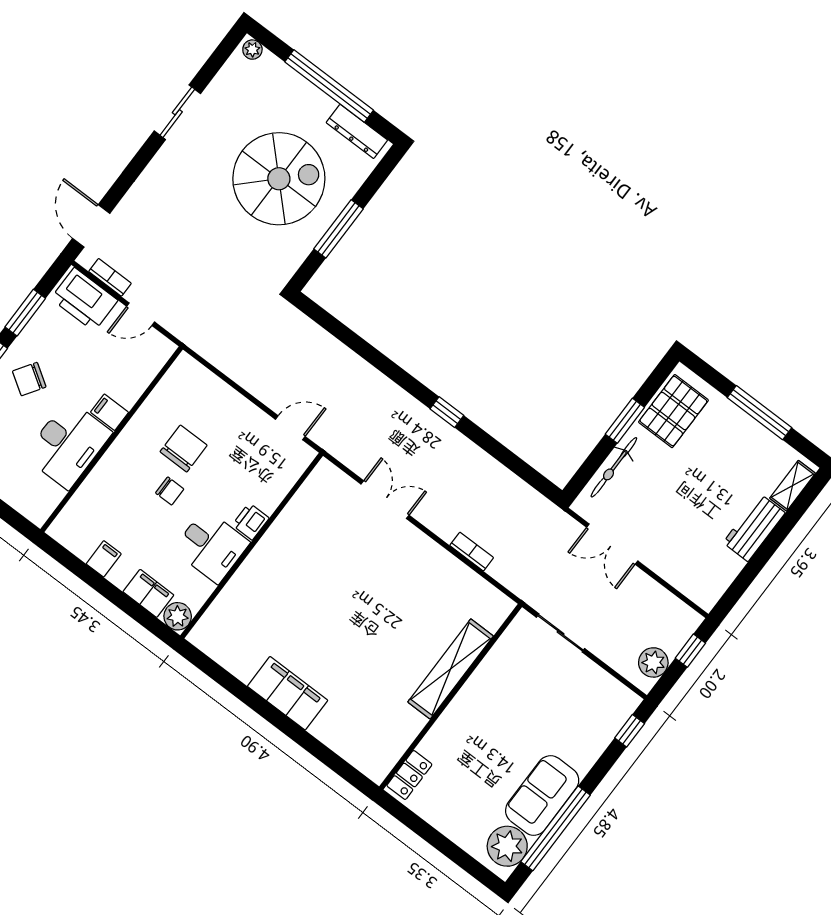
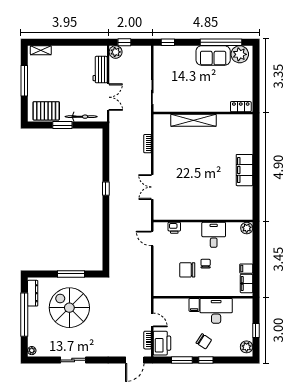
printer: (251, 521) -> (174, 228), moved
workbench: (754, 528) -> (100, 70), moved, turned 90
filing cabinet: (148, 593) -> (246, 284), moved
plant: (653, 662) -> (116, 52), moved

